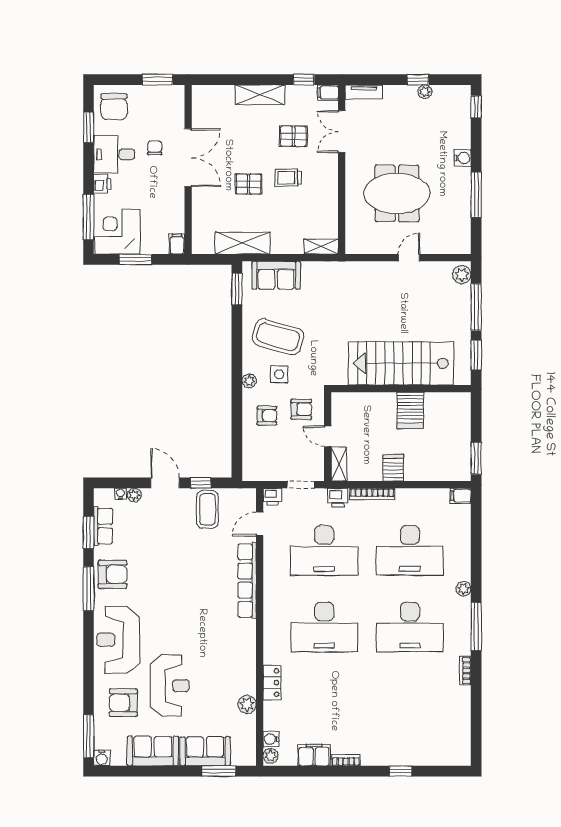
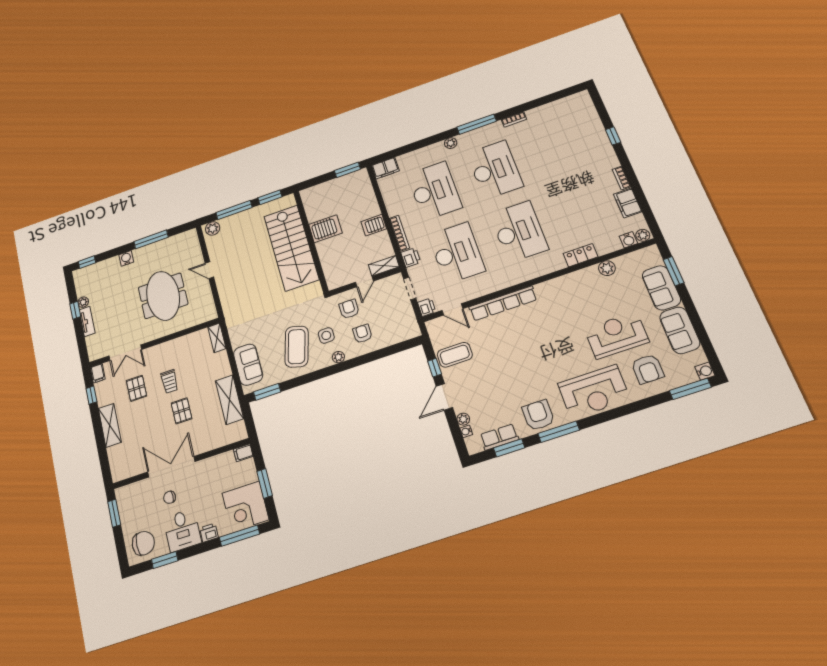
tv unit: (364, 92) -> (87, 321), moved
filing cabinet: (461, 496) -> (385, 168), width x2.00

